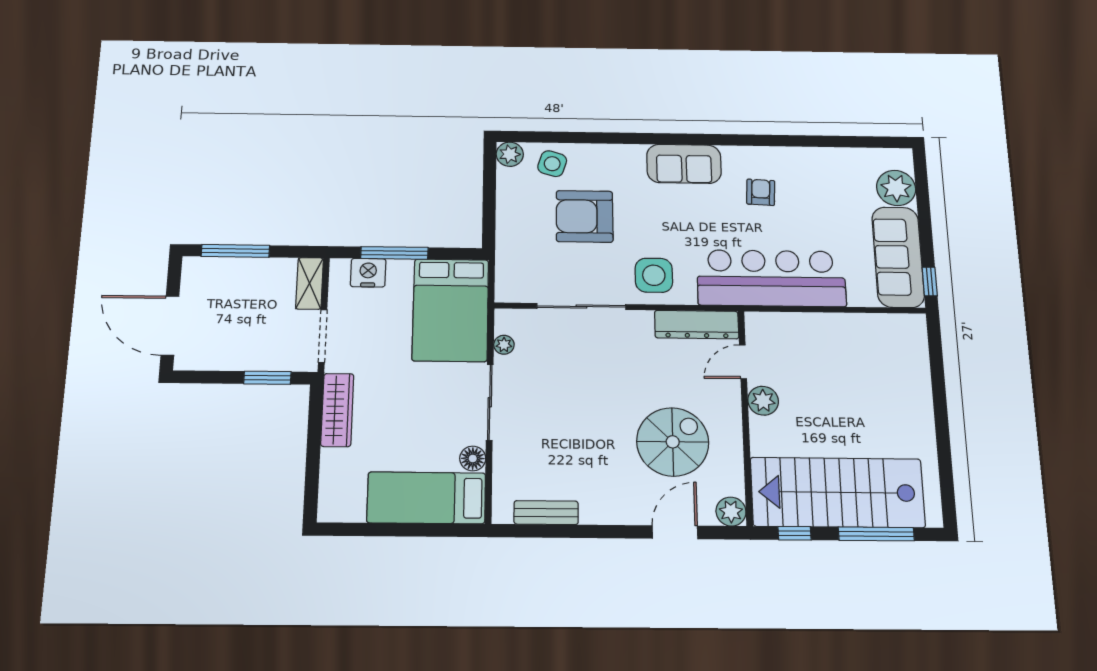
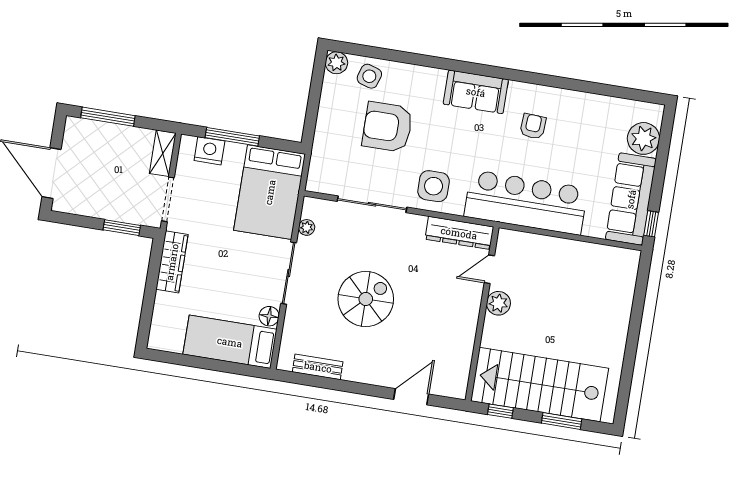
spiral stairs: (673, 442) -> (366, 299), moved
plant: (731, 512) -> (456, 387), removed
window: (876, 534) -> (562, 421), width x0.69

